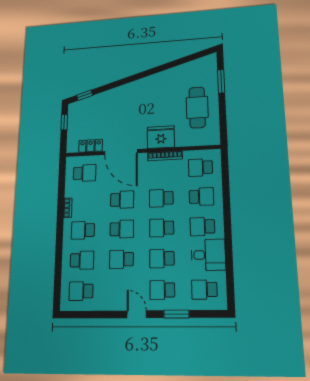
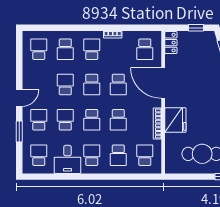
locker: (91, 146) -> (171, 43), moved
door: (121, 152) -> (163, 83), hinge flipped
school desk: (161, 198) -> (118, 120), turned 180
school desk: (162, 228) -> (92, 120), turned 180

